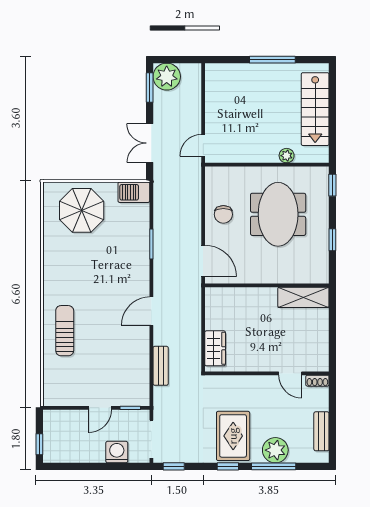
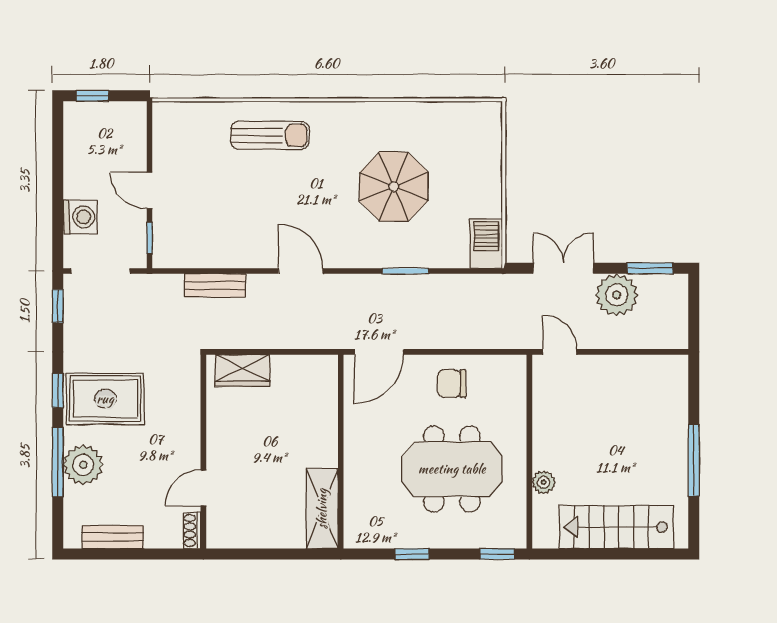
plant: (167, 77) -> (617, 295), moved
parasol: (82, 210) -> (394, 187), moved

